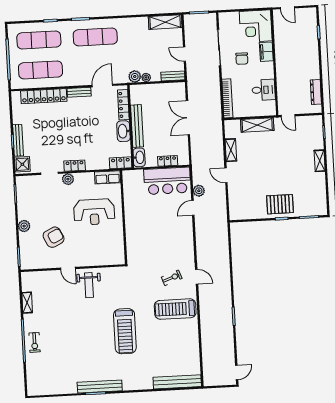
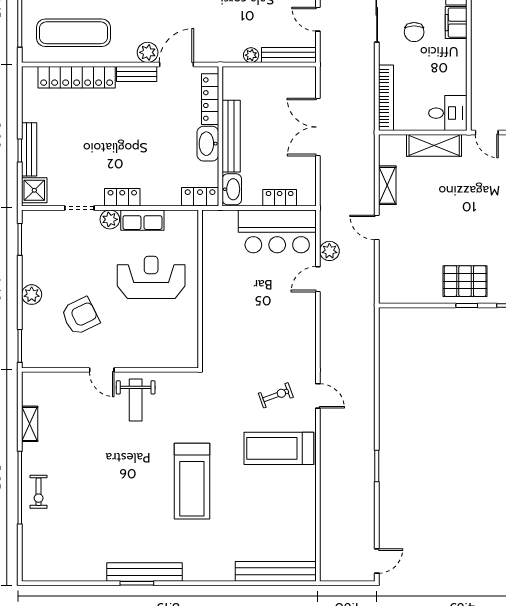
plant: (135, 76) -> (148, 52), moved
bench: (173, 76) -> (289, 55), width x1.36
desk: (264, 90) -> (448, 113), moved
row of seats: (108, 177) -> (142, 220), moved
reception desk: (94, 212) -> (151, 277), turned 180

